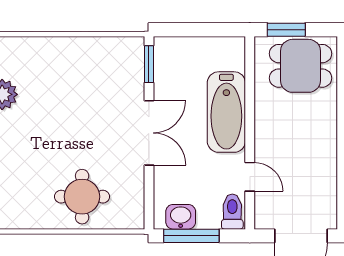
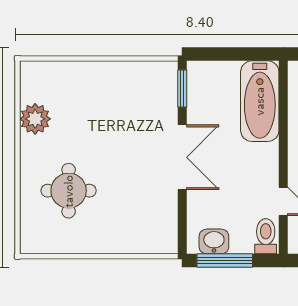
bathtub: (226, 112) -> (260, 101), moved
round table: (82, 197) -> (69, 191), moved

